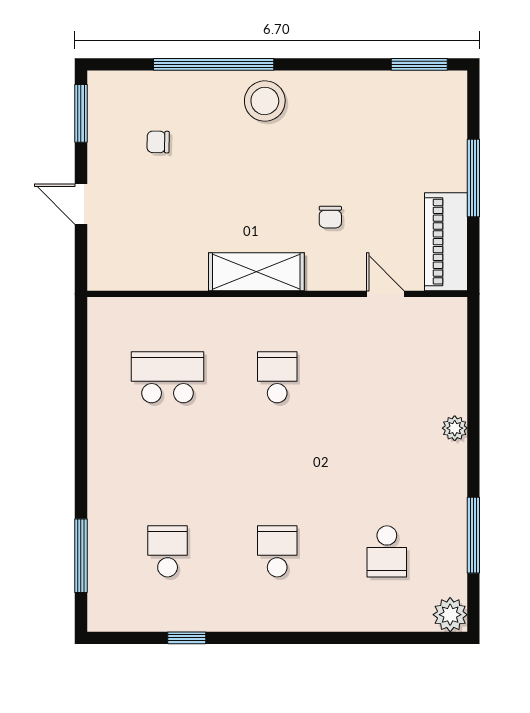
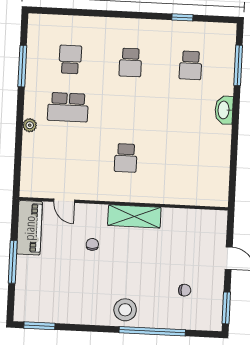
school desk: (168, 377) -> (68, 107), moved
washbasin: (103, 473) -> (224, 110), added
plant: (450, 615) -> (37, 23), removed

